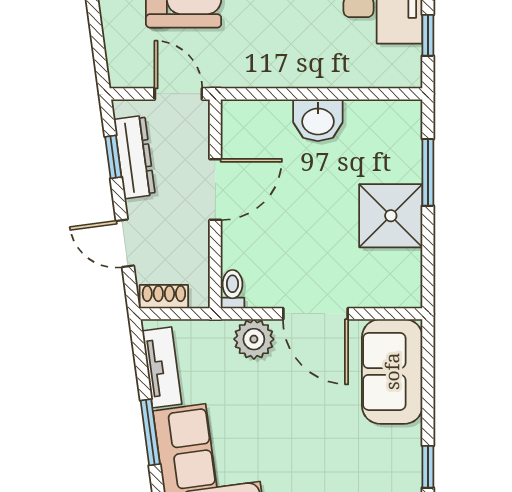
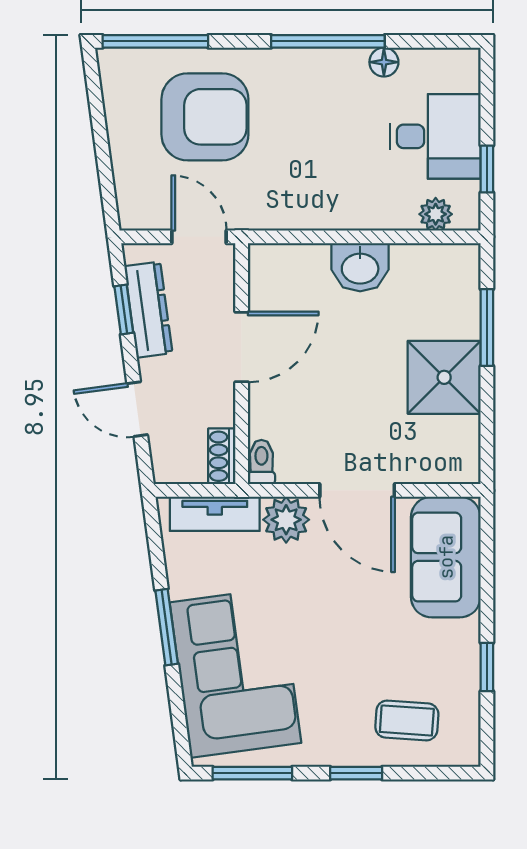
plant: (383, 74) -> (436, 214), added
shoe rack: (164, 297) -> (222, 456), moved, turned -90
tv unit: (162, 367) -> (215, 514), moved, turned 98

